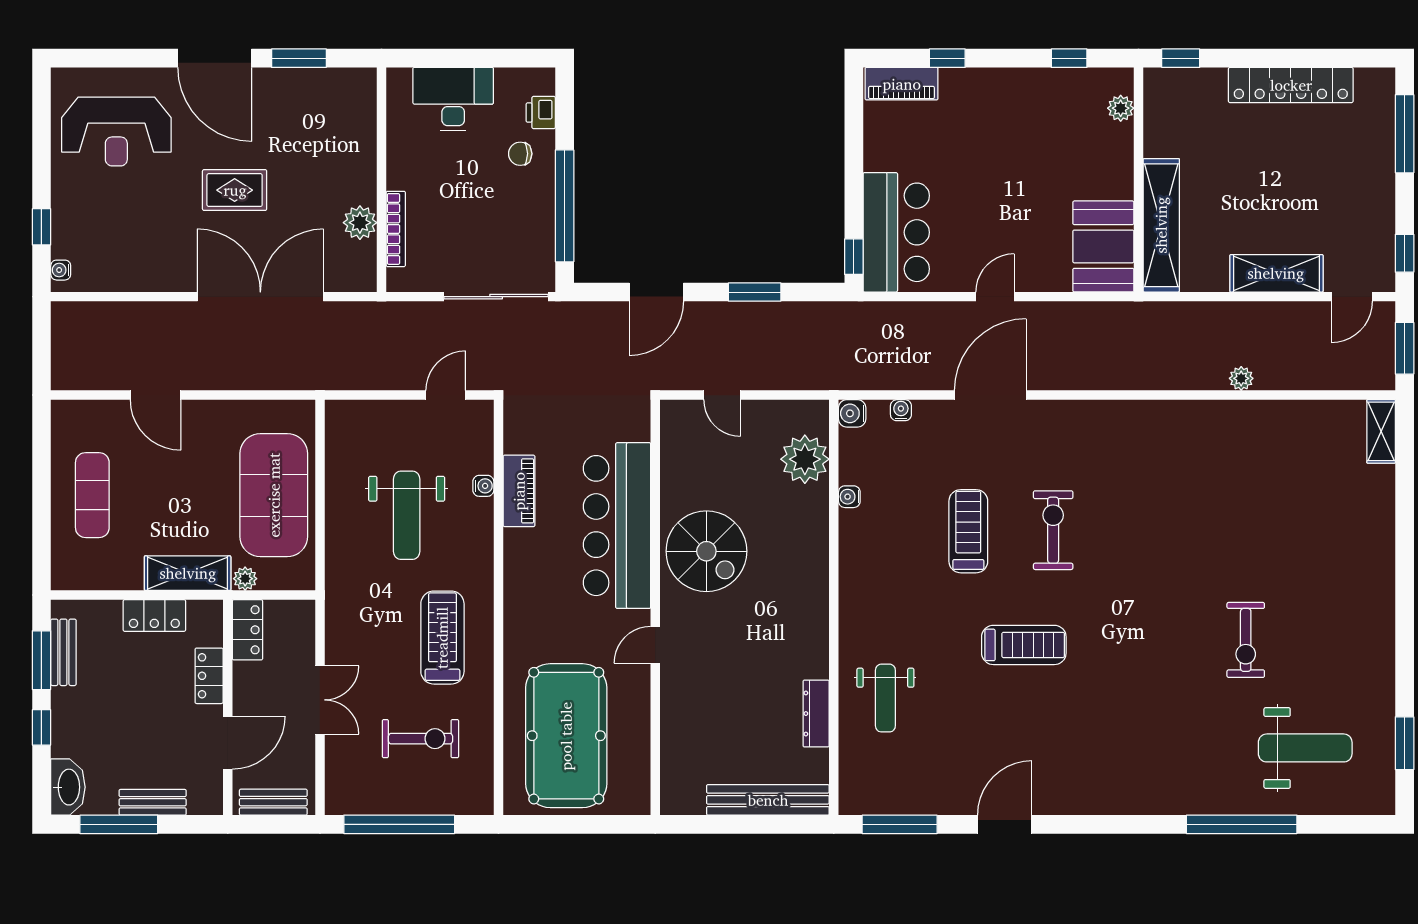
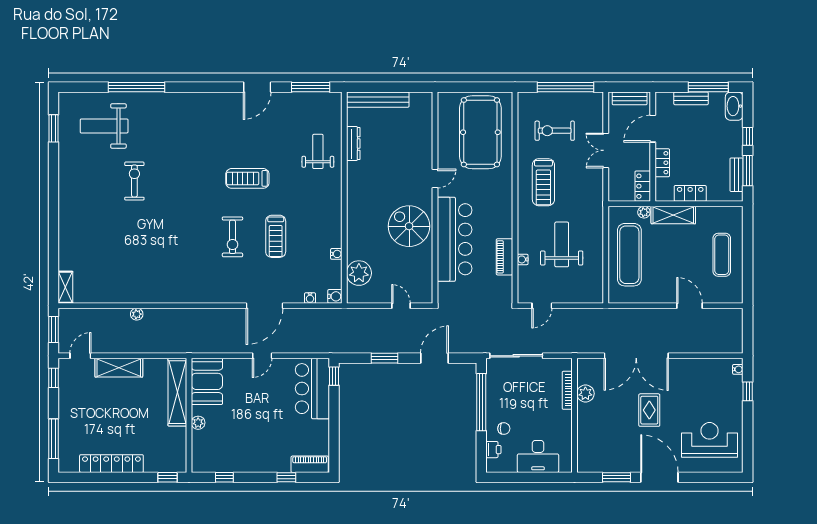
plant: (1121, 108) -> (198, 423), moved
rug: (235, 190) -> (649, 410), turned 90
exercise mat: (274, 495) -> (629, 255), width x0.68

